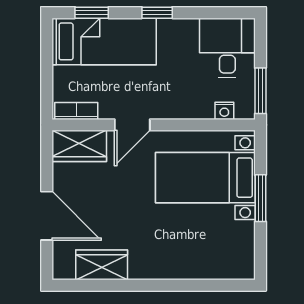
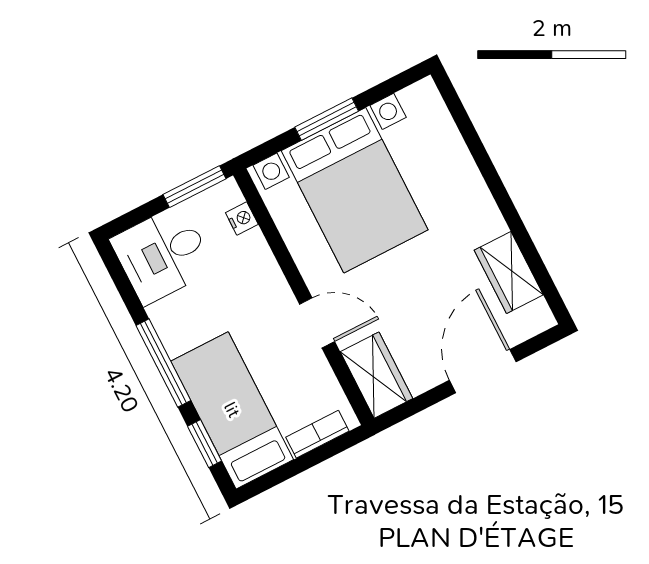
window: (157, 13) -> (163, 363), width x2.17
bookcase: (76, 111) -> (317, 434), moved, turned 90
bed with nightstands: (205, 178) -> (355, 190), width x1.36

